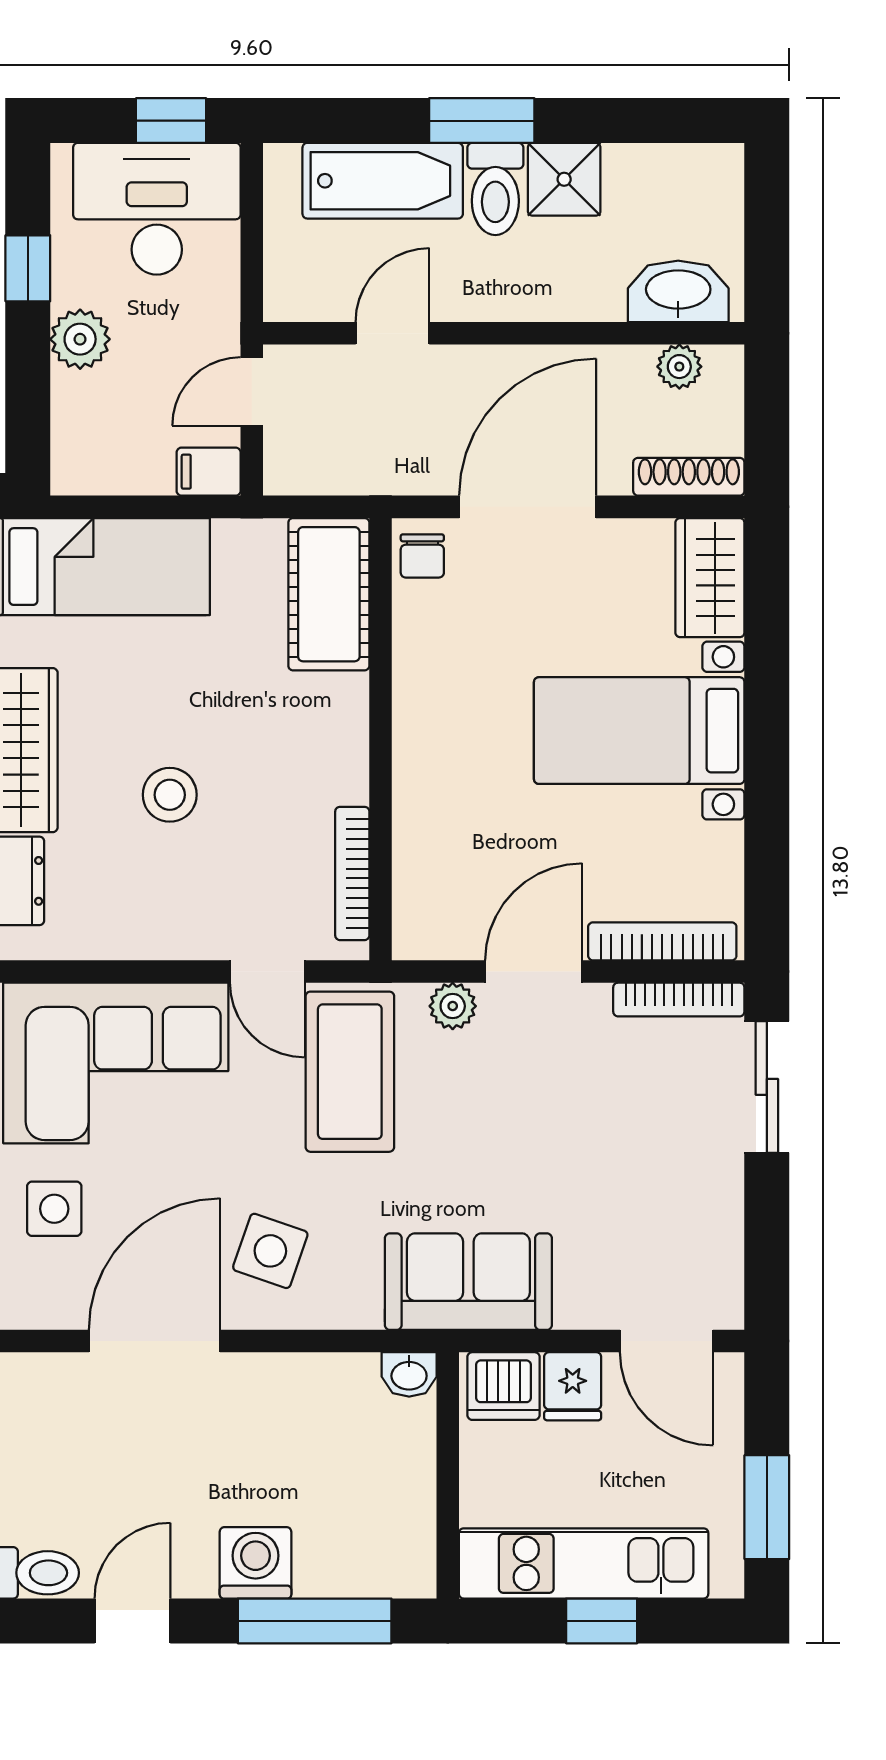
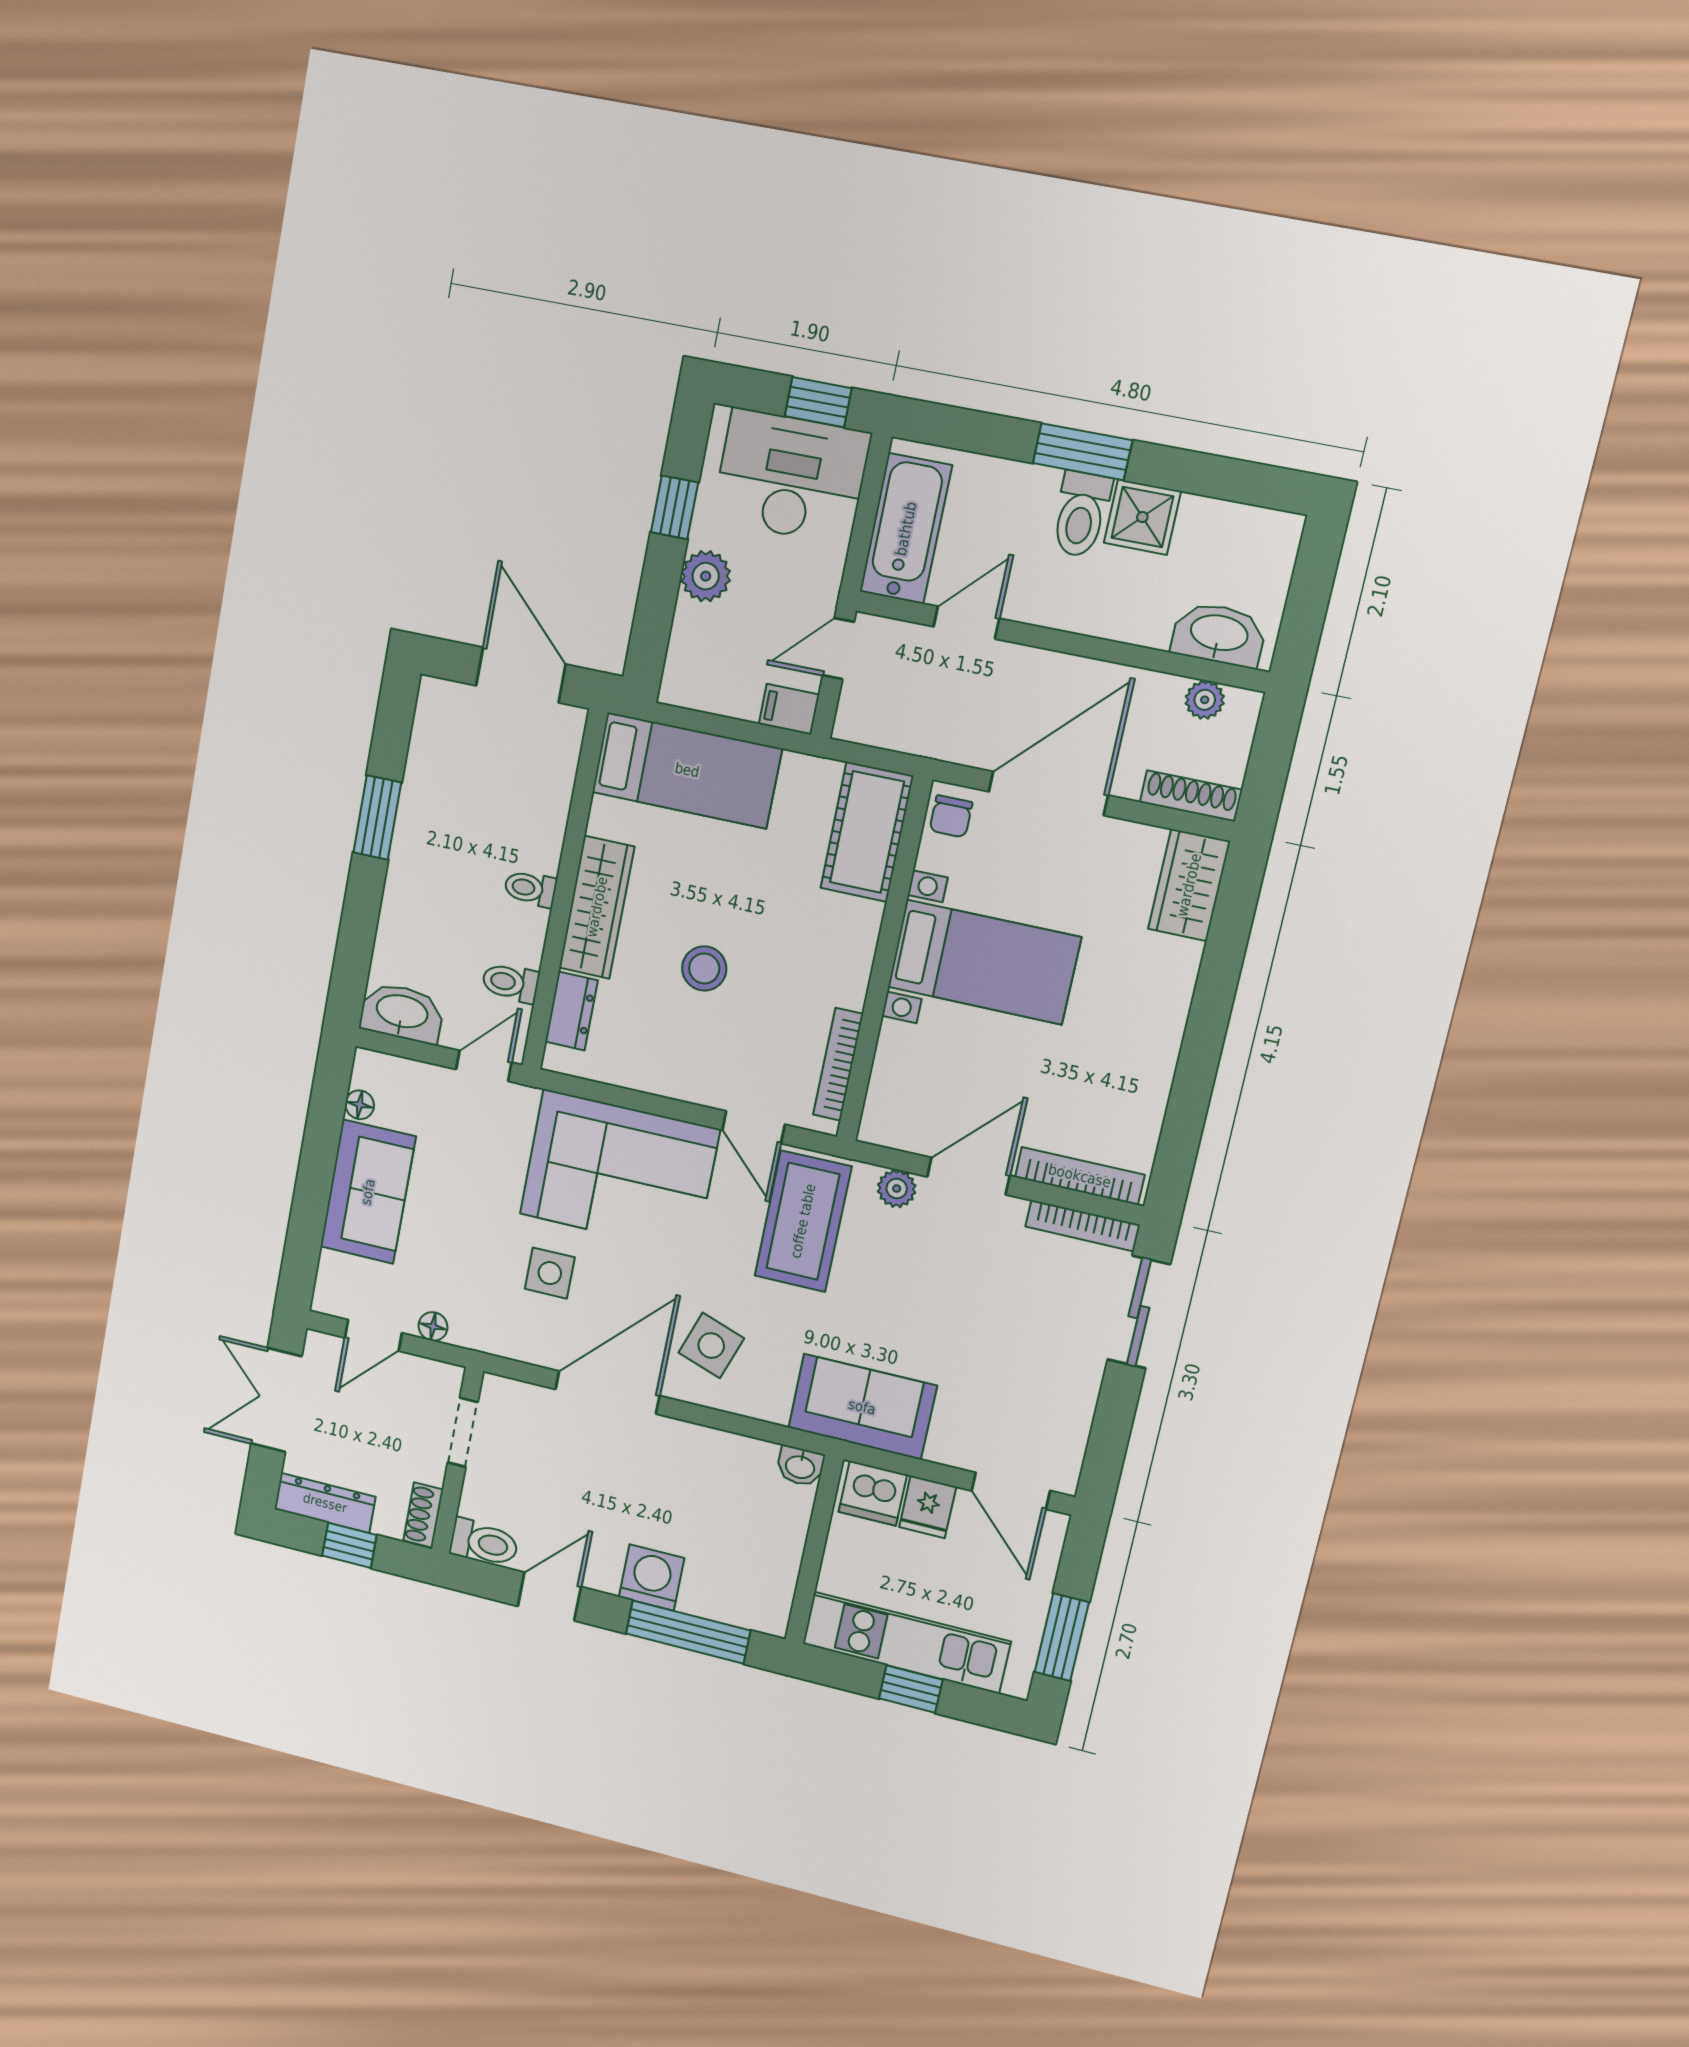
bathtub: (383, 181) -> (906, 529), moved, turned -90
bed with nightstands: (639, 731) -> (984, 962), moved, turned 180

